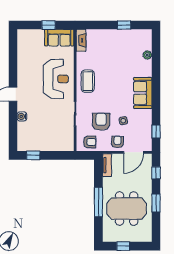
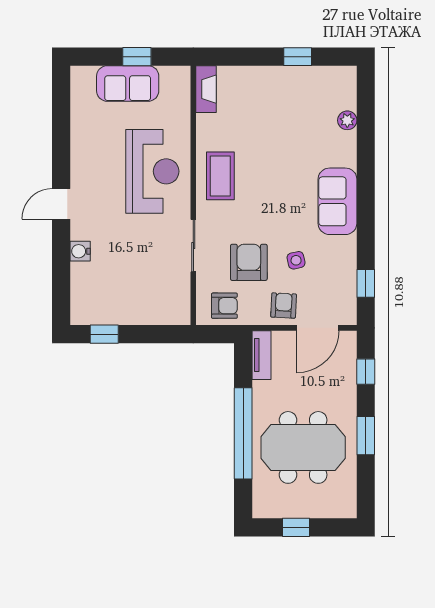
sofa: (59, 38) -> (128, 83), moved
window: (98, 202) -> (243, 433), width x1.46

